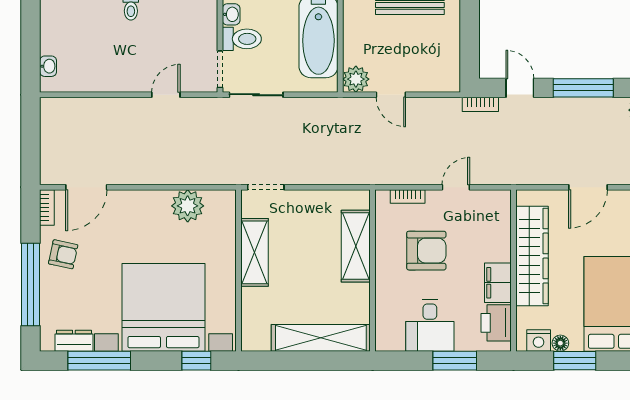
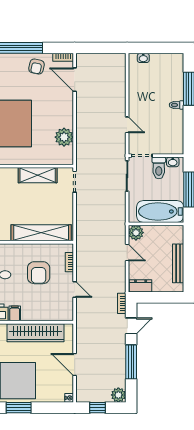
dresser: (449, 71) -> (141, 286), added
door: (391, 95) -> (127, 253), swing flipped
shelving: (356, 246) -> (41, 233), width x1.47
filing cabinet: (498, 283) -> (15, 313), width x0.50

